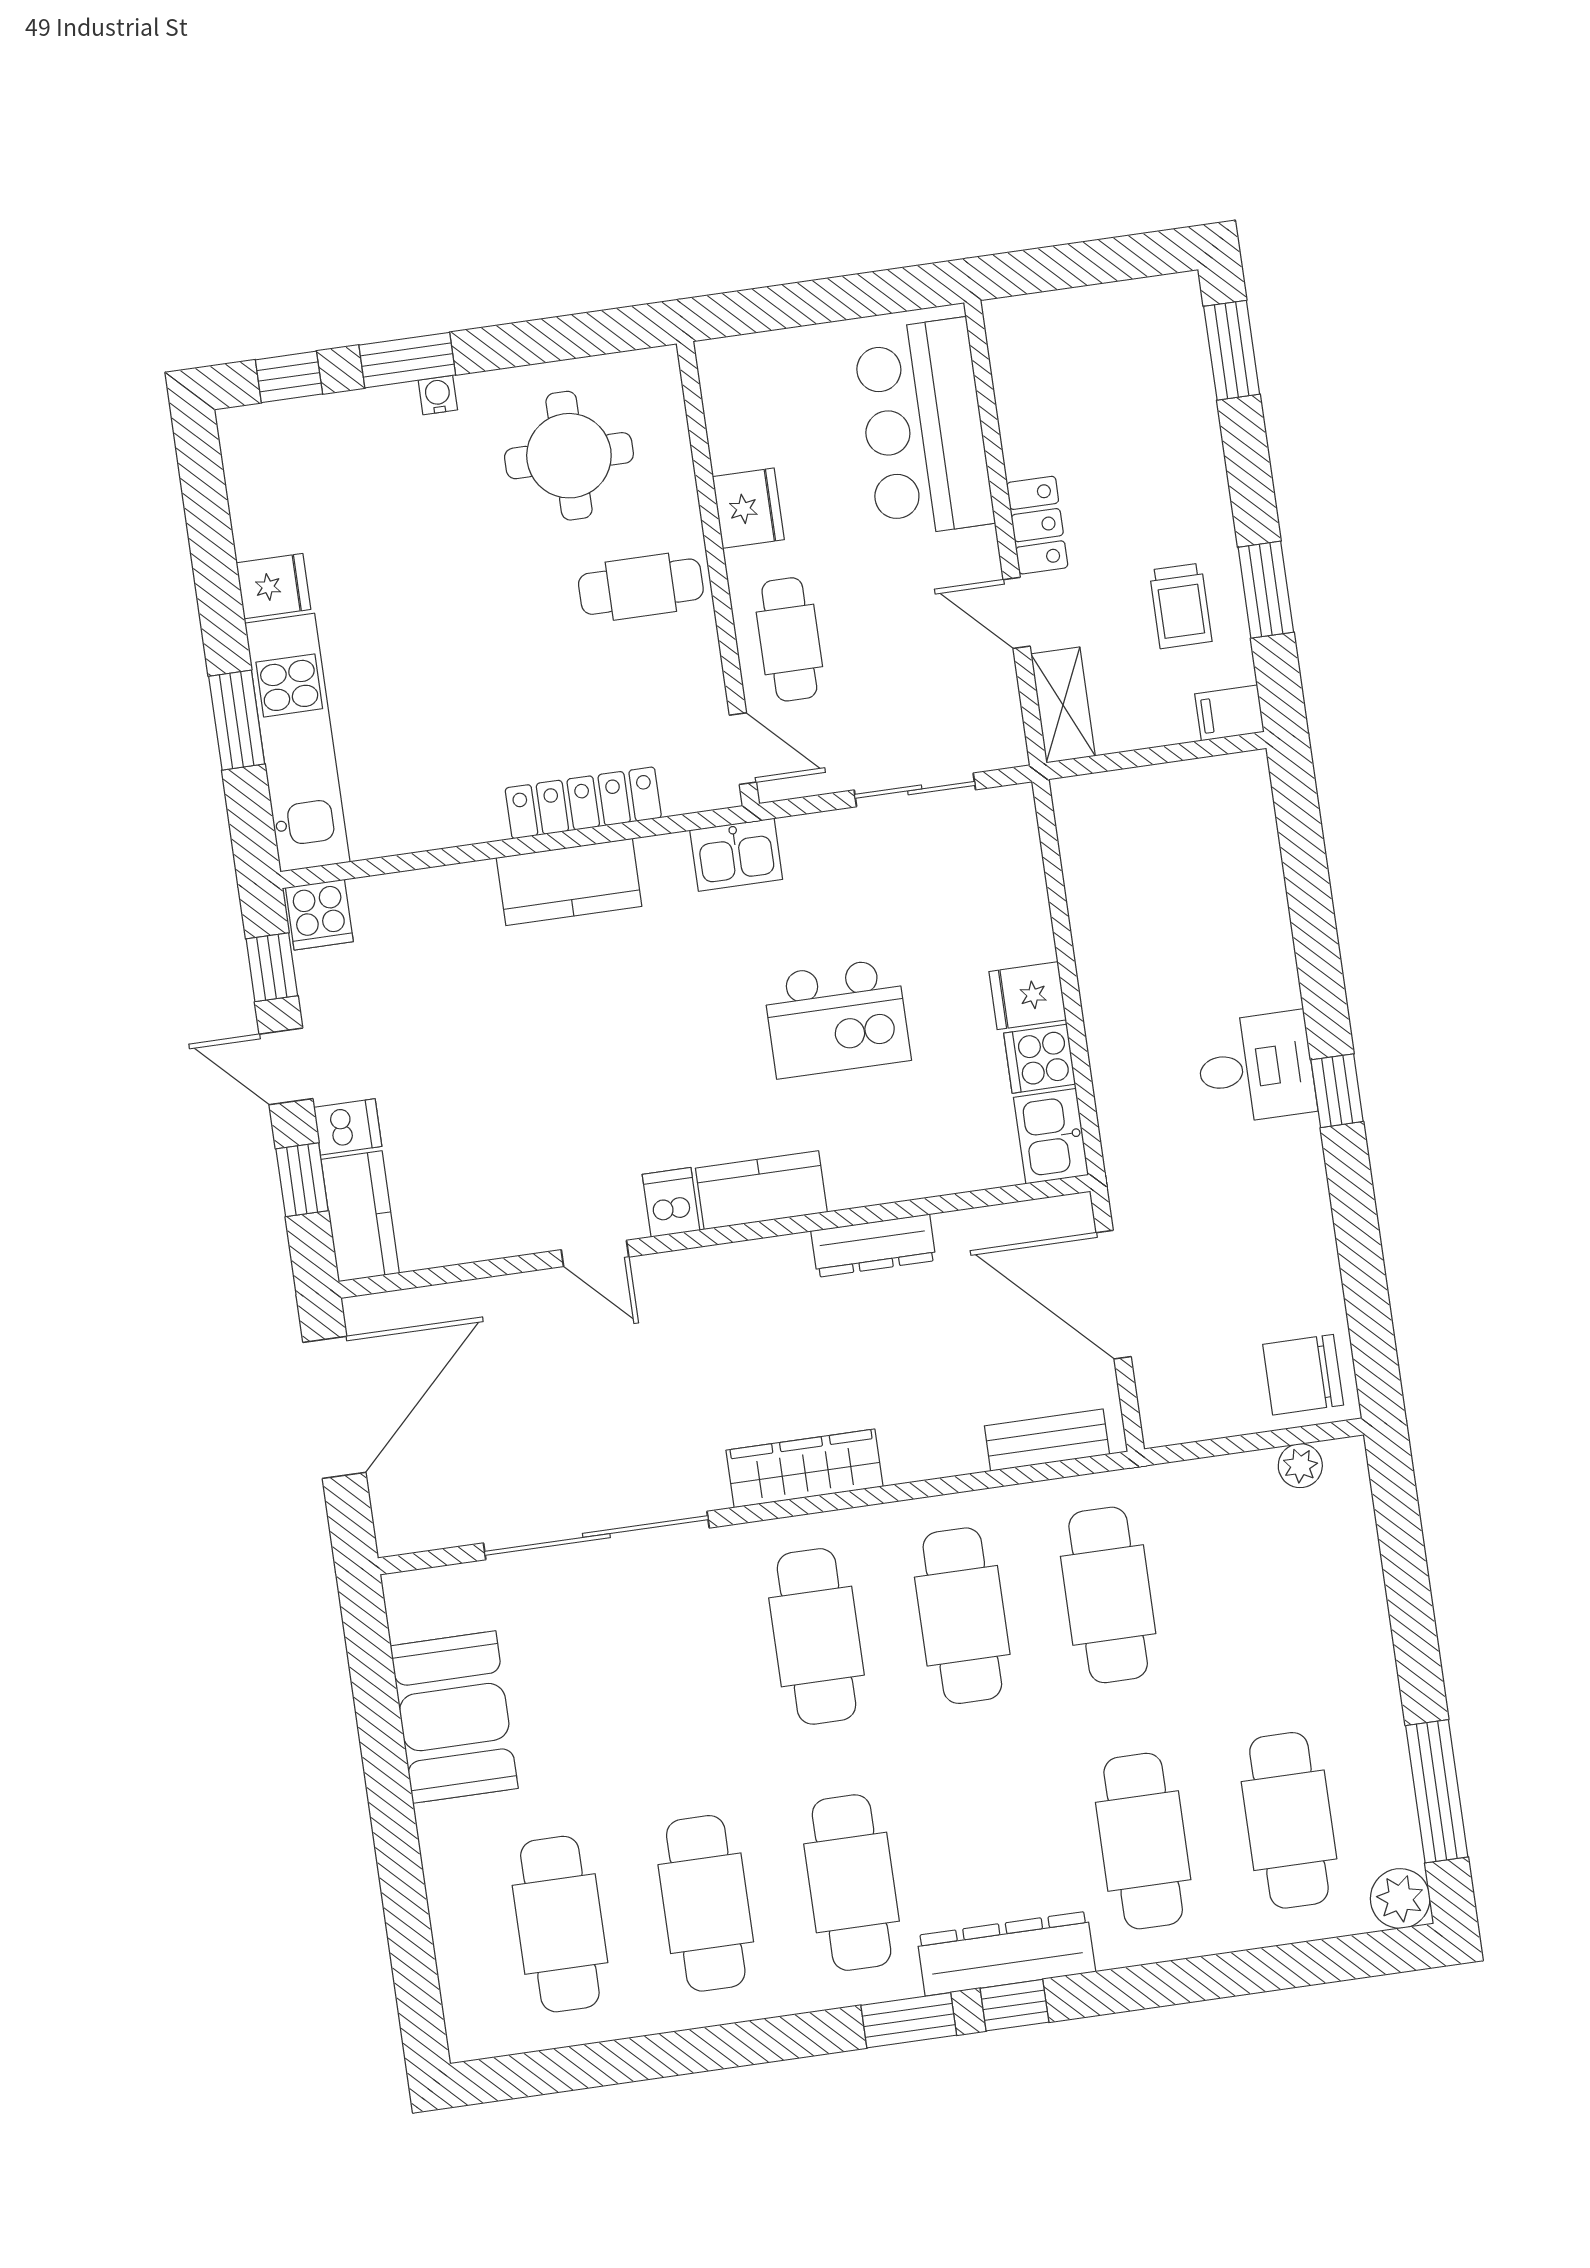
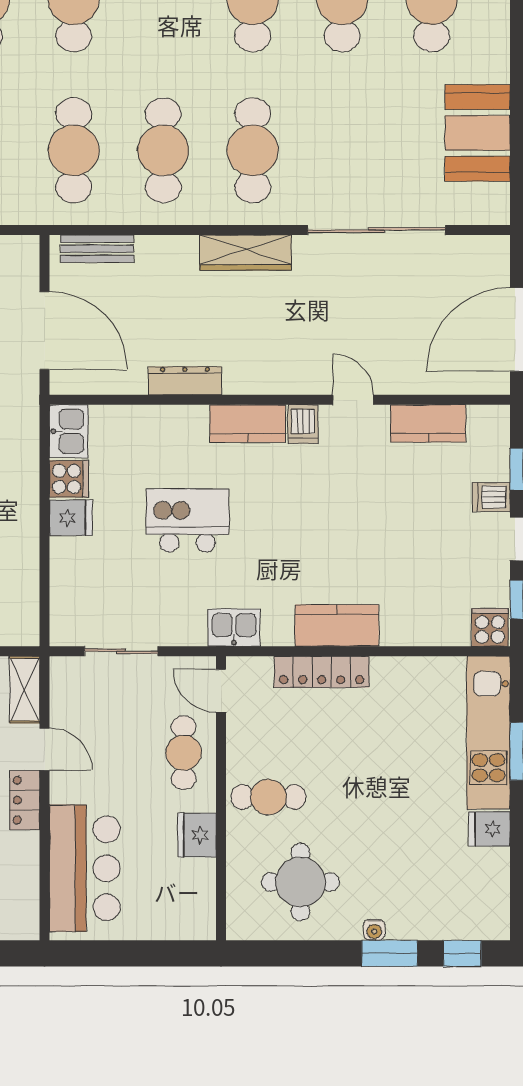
kitchen counter: (360, 1216) -> (428, 423), moved, turned -90

